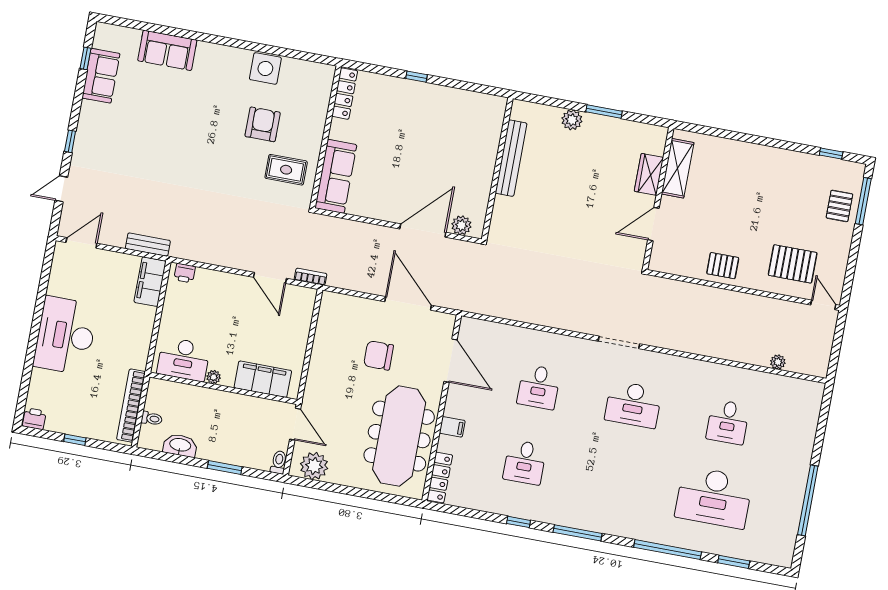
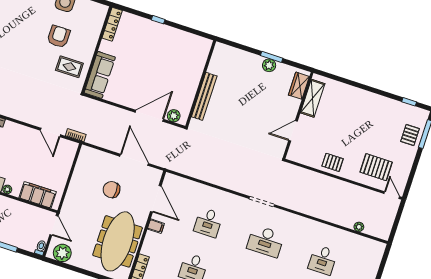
plant: (572, 120) -> (269, 65), moved
bench: (511, 158) -> (204, 96), moved
wardrobe: (649, 174) -> (299, 86), moved
filing cabinet: (452, 427) -> (156, 226), moved

